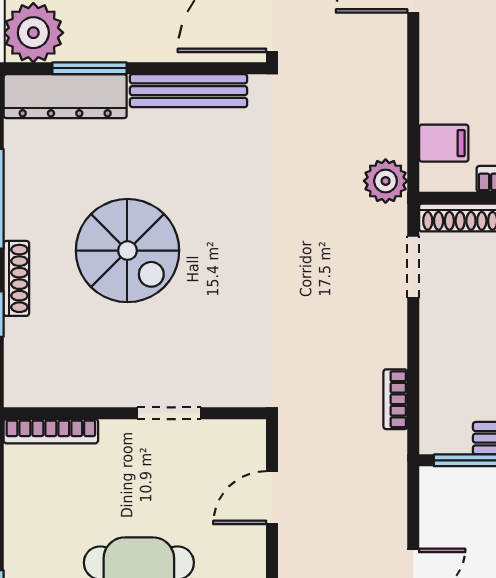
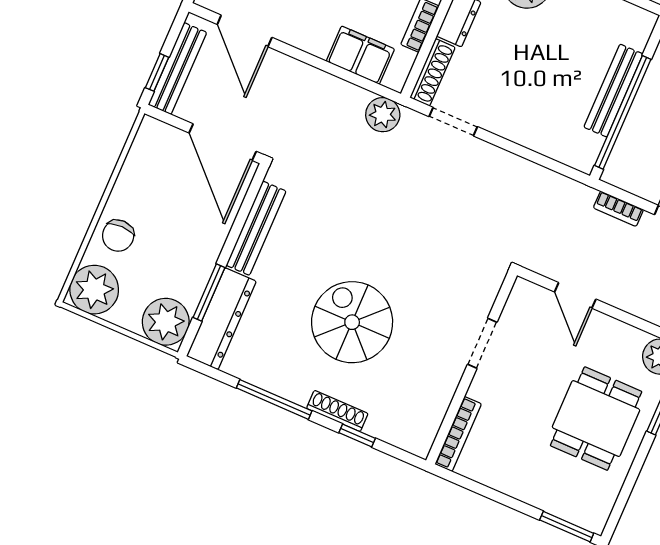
filing cabinet: (444, 143) -> (360, 55), width x2.00
spiral stairs: (127, 251) -> (352, 322), turned -90
bookcase: (395, 399) -> (618, 209), moved

